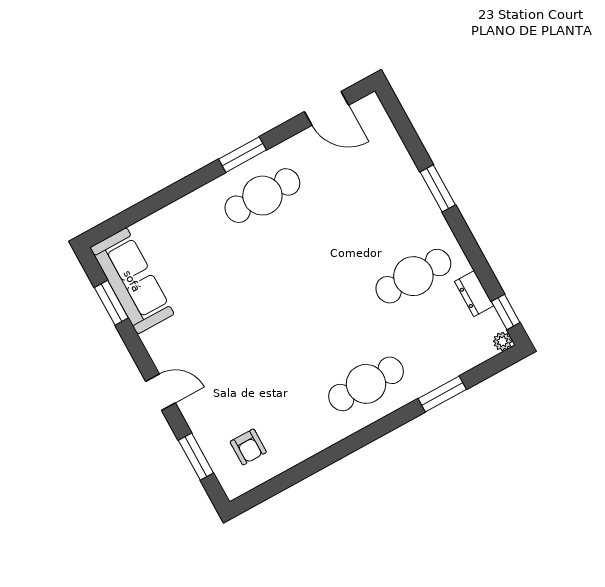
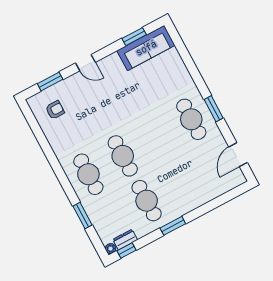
window: (438, 188) -> (173, 226), moved
dresser: (474, 294) -> (125, 240), moved
cafe table: (331, 321) -> (123, 156), added
door: (160, 392) -> (85, 63), hinge flipped
armchair: (248, 447) -> (55, 110), turned 180

